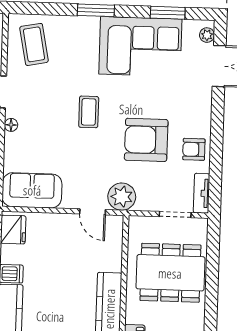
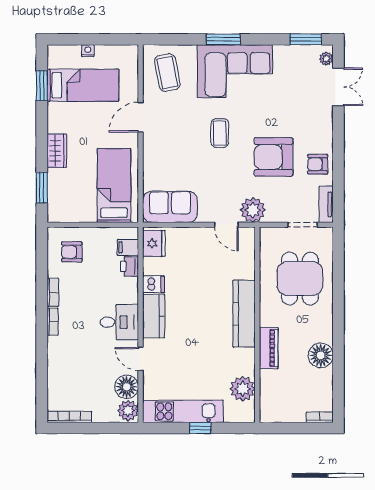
window: (168, 13) -> (306, 39), moved
corner sofa: (140, 47) -> (235, 71), moved
floor lamp: (11, 125) -> (149, 147), removed
dining table: (170, 273) -> (300, 279), width x0.73

